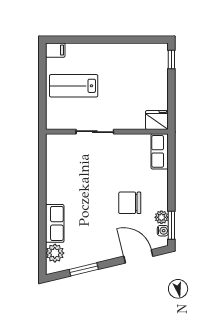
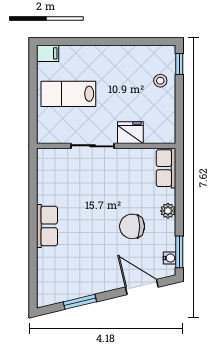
stool: (155, 74) -> (160, 81), added
fridge: (157, 120) -> (130, 133), moved
plant: (161, 217) -> (168, 211), moved
row of seats: (55, 223) -> (47, 226), moved
plant: (55, 253) -> (47, 283), removed

